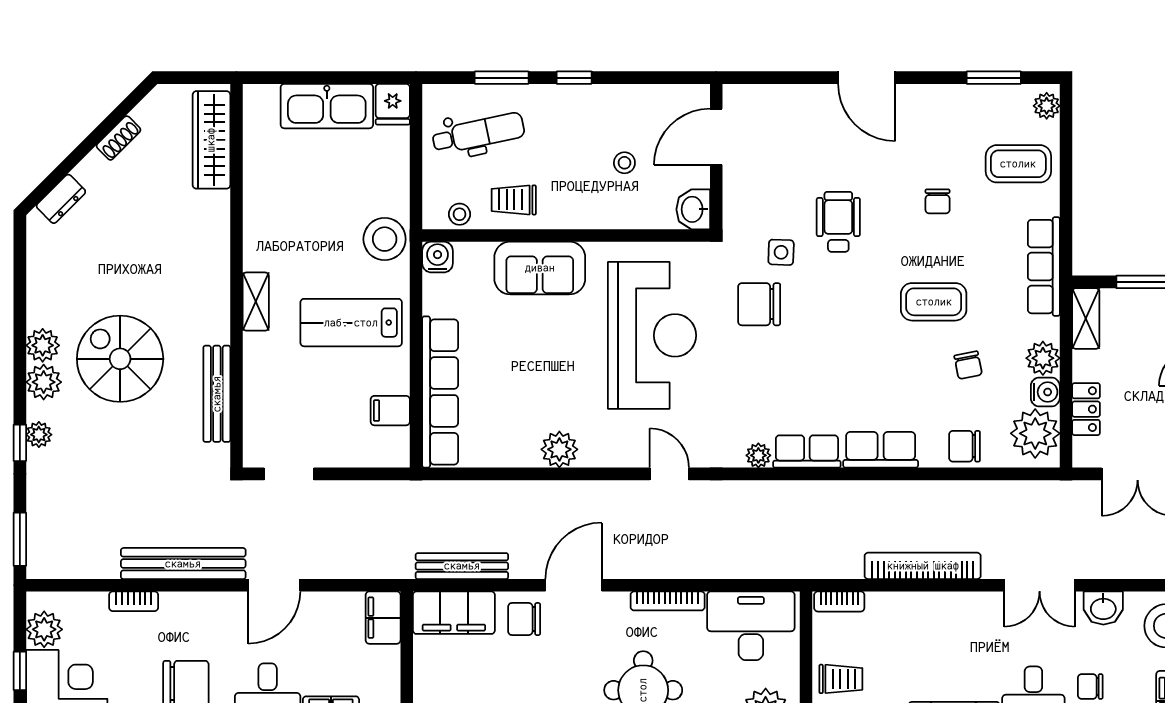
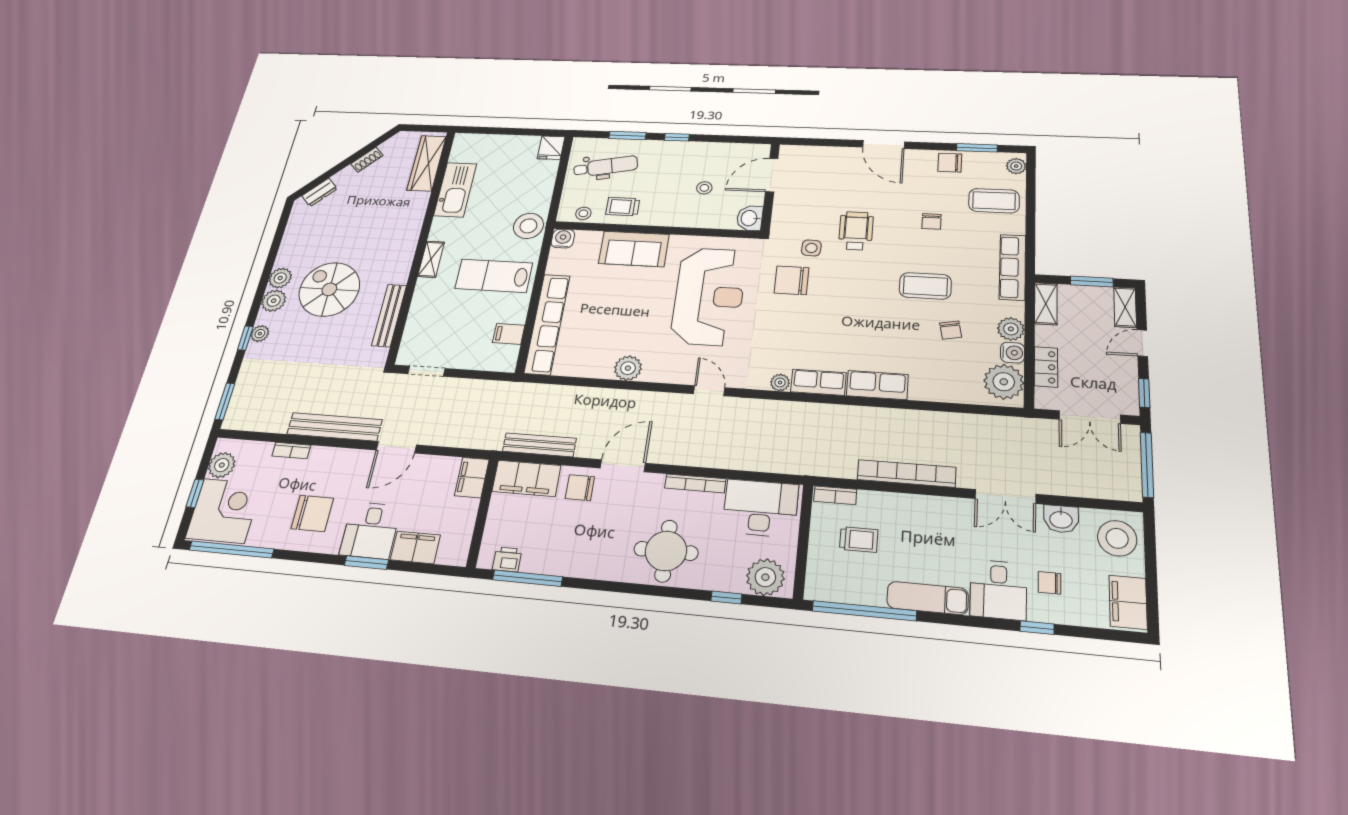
kitchen sink: (327, 106) -> (455, 190), moved, turned -90
chair: (965, 446) -> (950, 163), moved
trolley: (841, 679) -> (859, 539), moved

